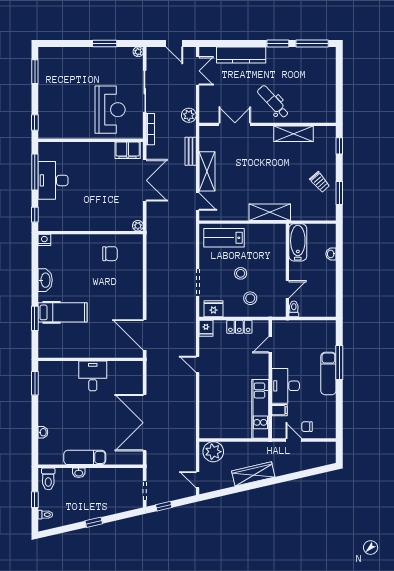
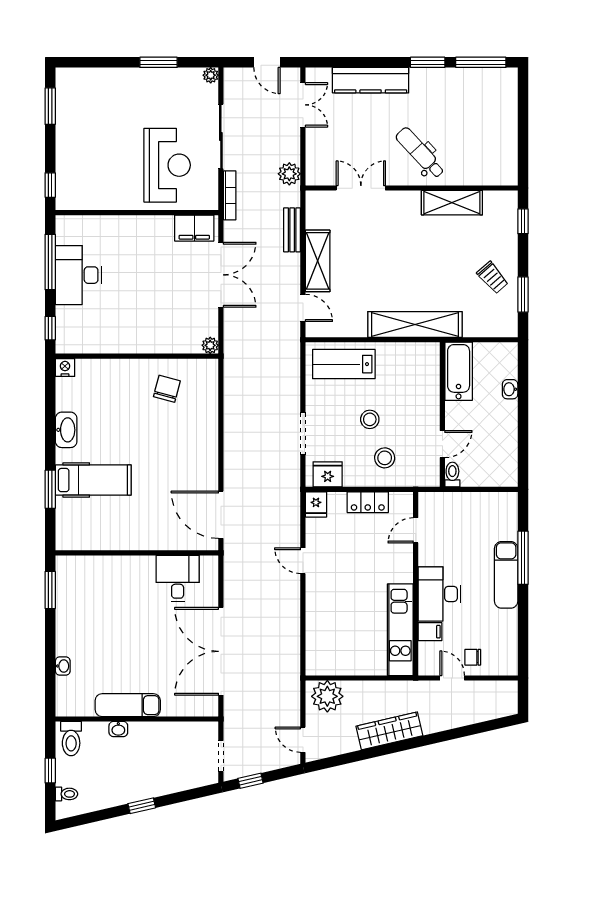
shelving: (270, 212) -> (415, 324), width x1.47
chair: (110, 254) -> (167, 389), turned -75
desk: (93, 376) -> (178, 579), moved

